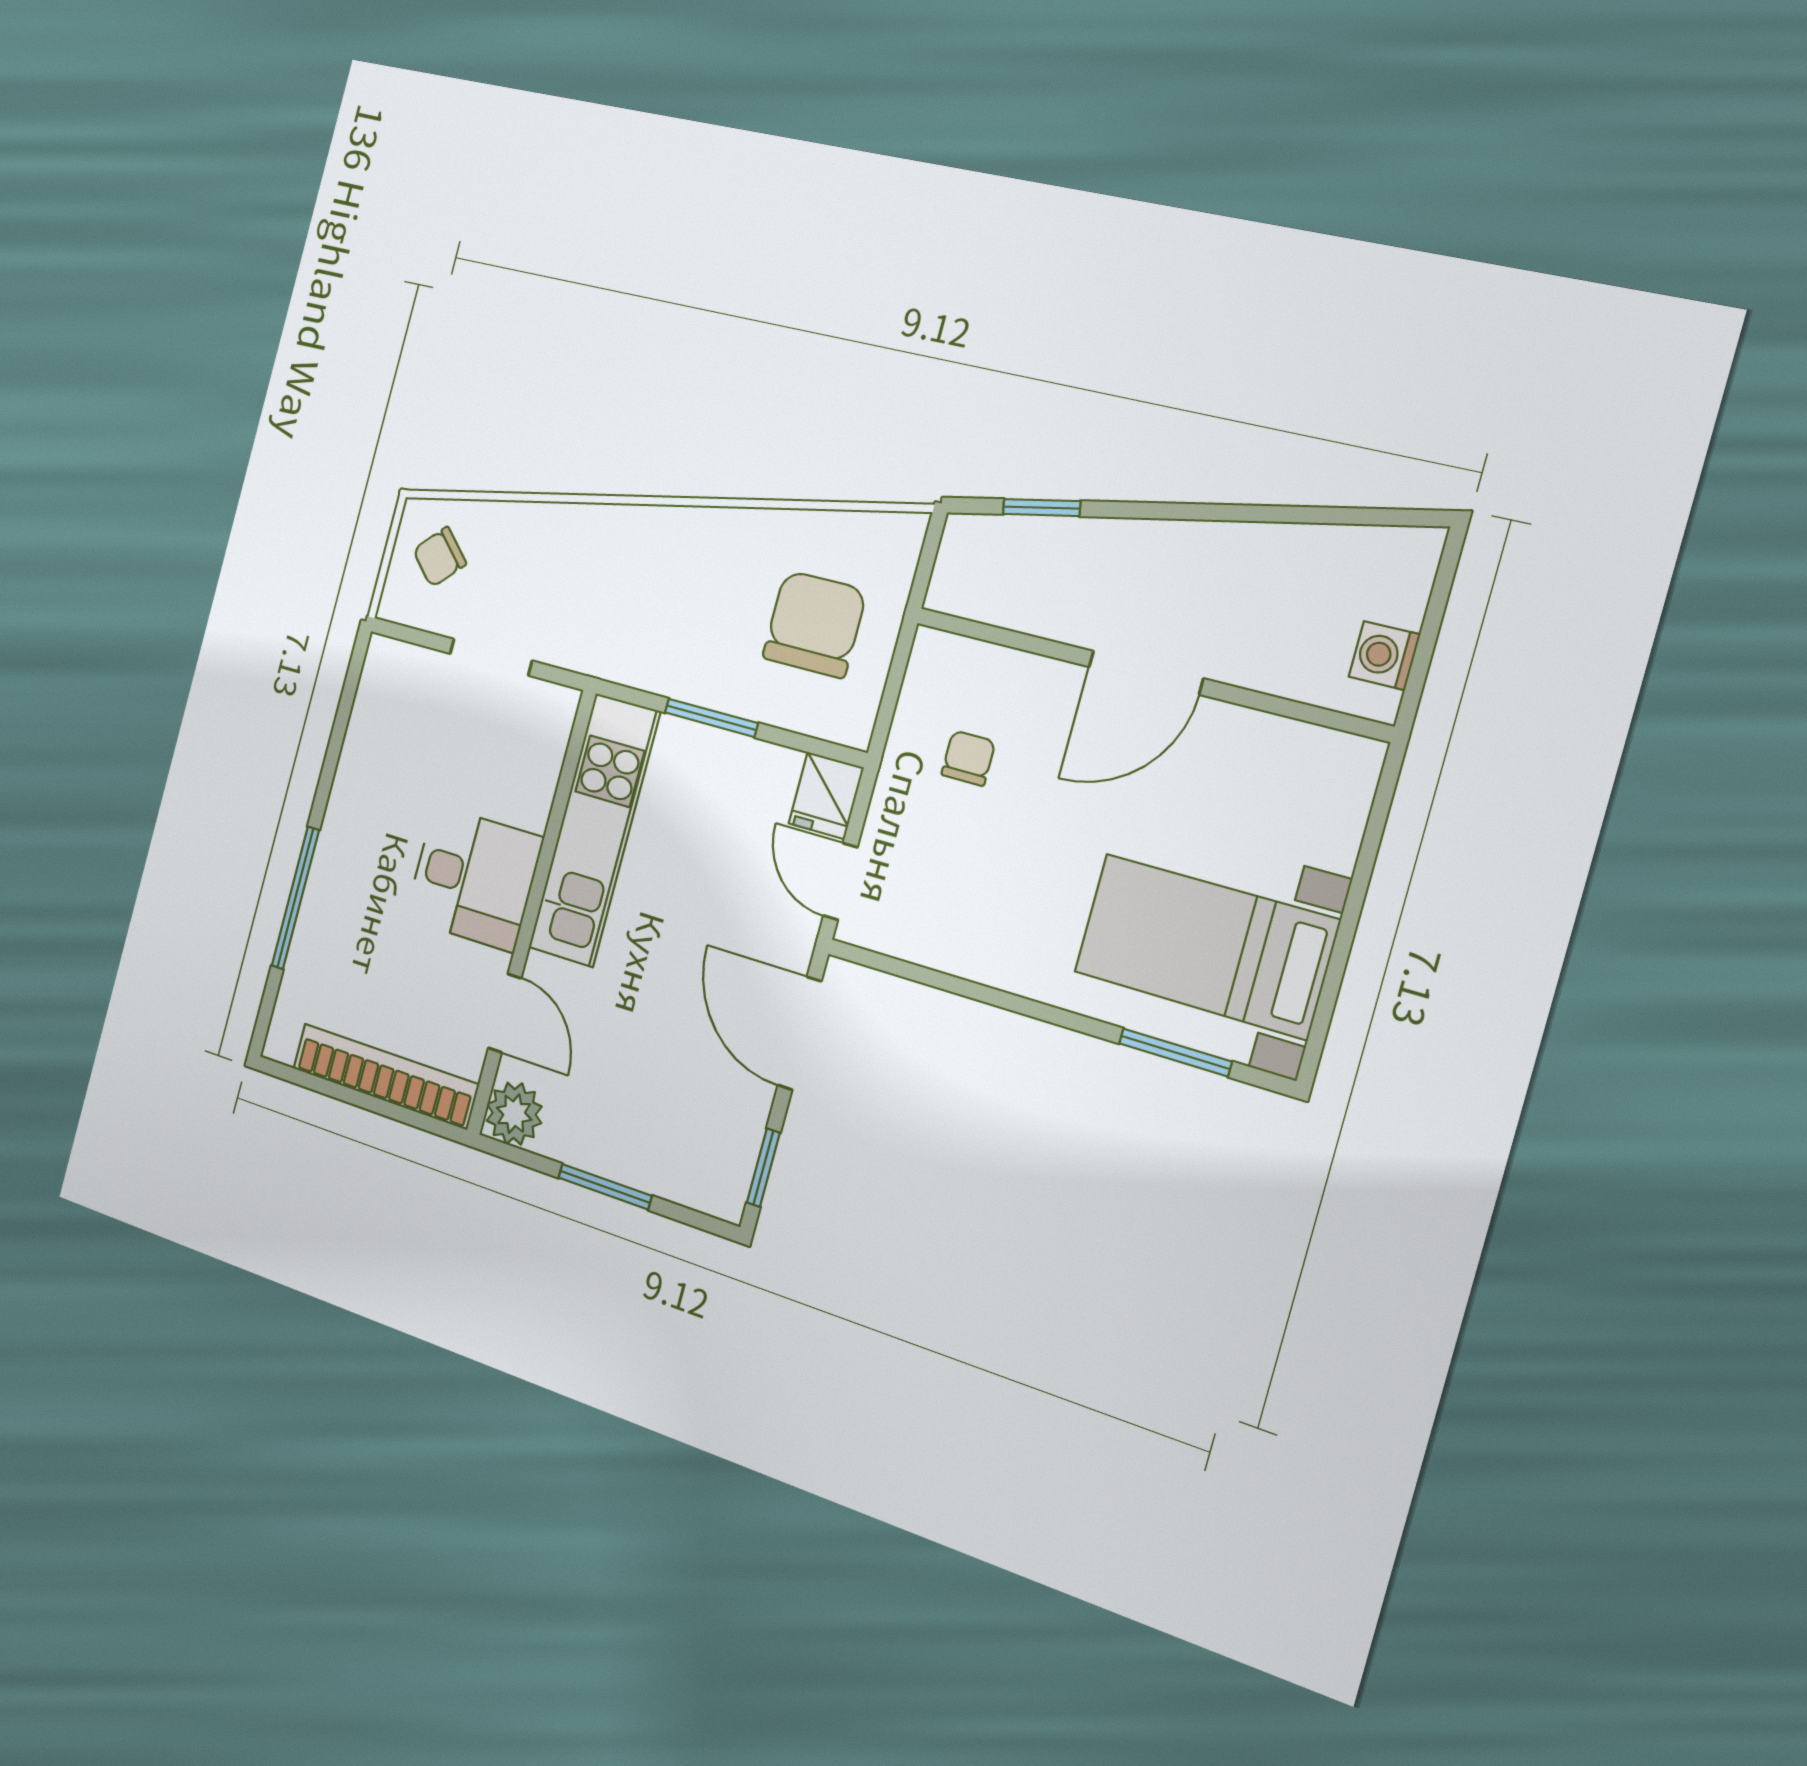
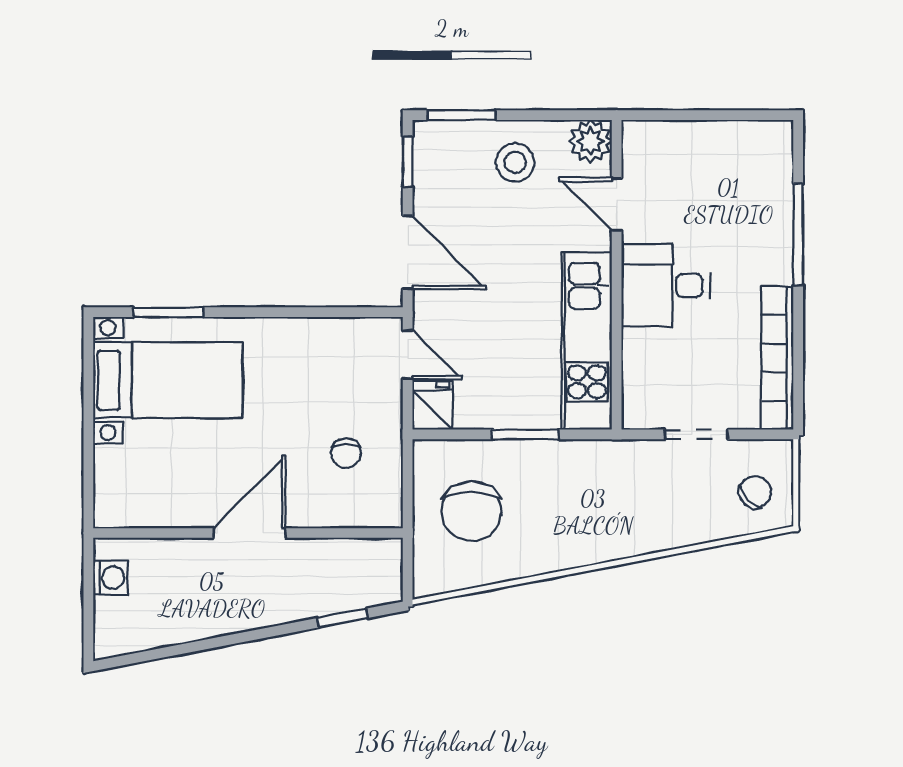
bookcase: (385, 1076) -> (777, 358), moved, turned 90
stool: (619, 1117) -> (515, 162), added
window: (605, 1187) -> (462, 115), moved

